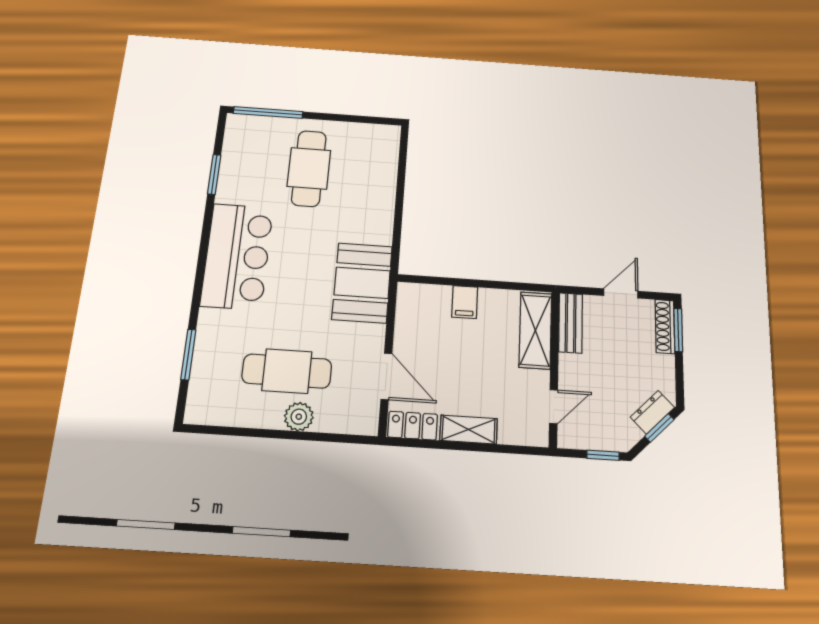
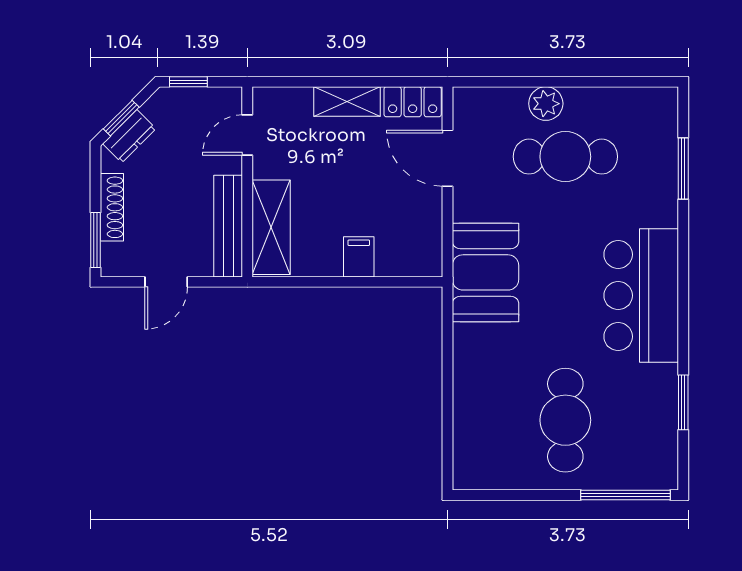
bench: (571, 323) -> (228, 226), width x1.36
shoe rack: (665, 326) -> (112, 207), moved

